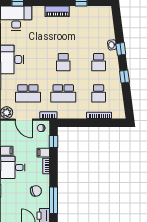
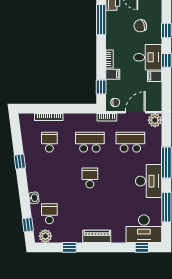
plant: (102, 11) -> (45, 236), added
window: (121, 49) -> (28, 225), moved
school desk: (99, 62) -> (49, 214), moved
door: (24, 120) -> (135, 112), hinge flipped
chair: (36, 191) -> (140, 26), moved

